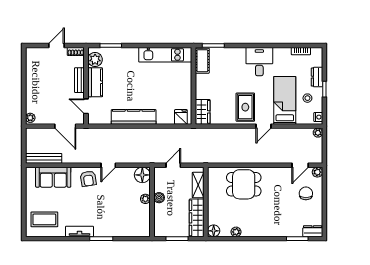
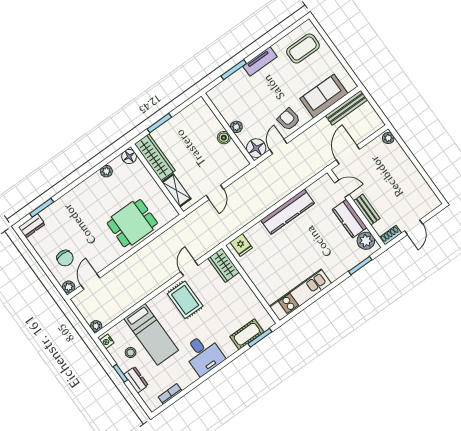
cot: (202, 61) -> (247, 334), moved, turned 90
door: (65, 126) -> (348, 155), hinge flipped
door: (264, 126) -> (189, 269), moved
floor lamp: (142, 175) -> (256, 148), moved
boiler: (159, 198) -> (224, 138), moved
plant: (145, 199) -> (236, 127), moved
wall: (152, 202) -> (228, 128), moved

